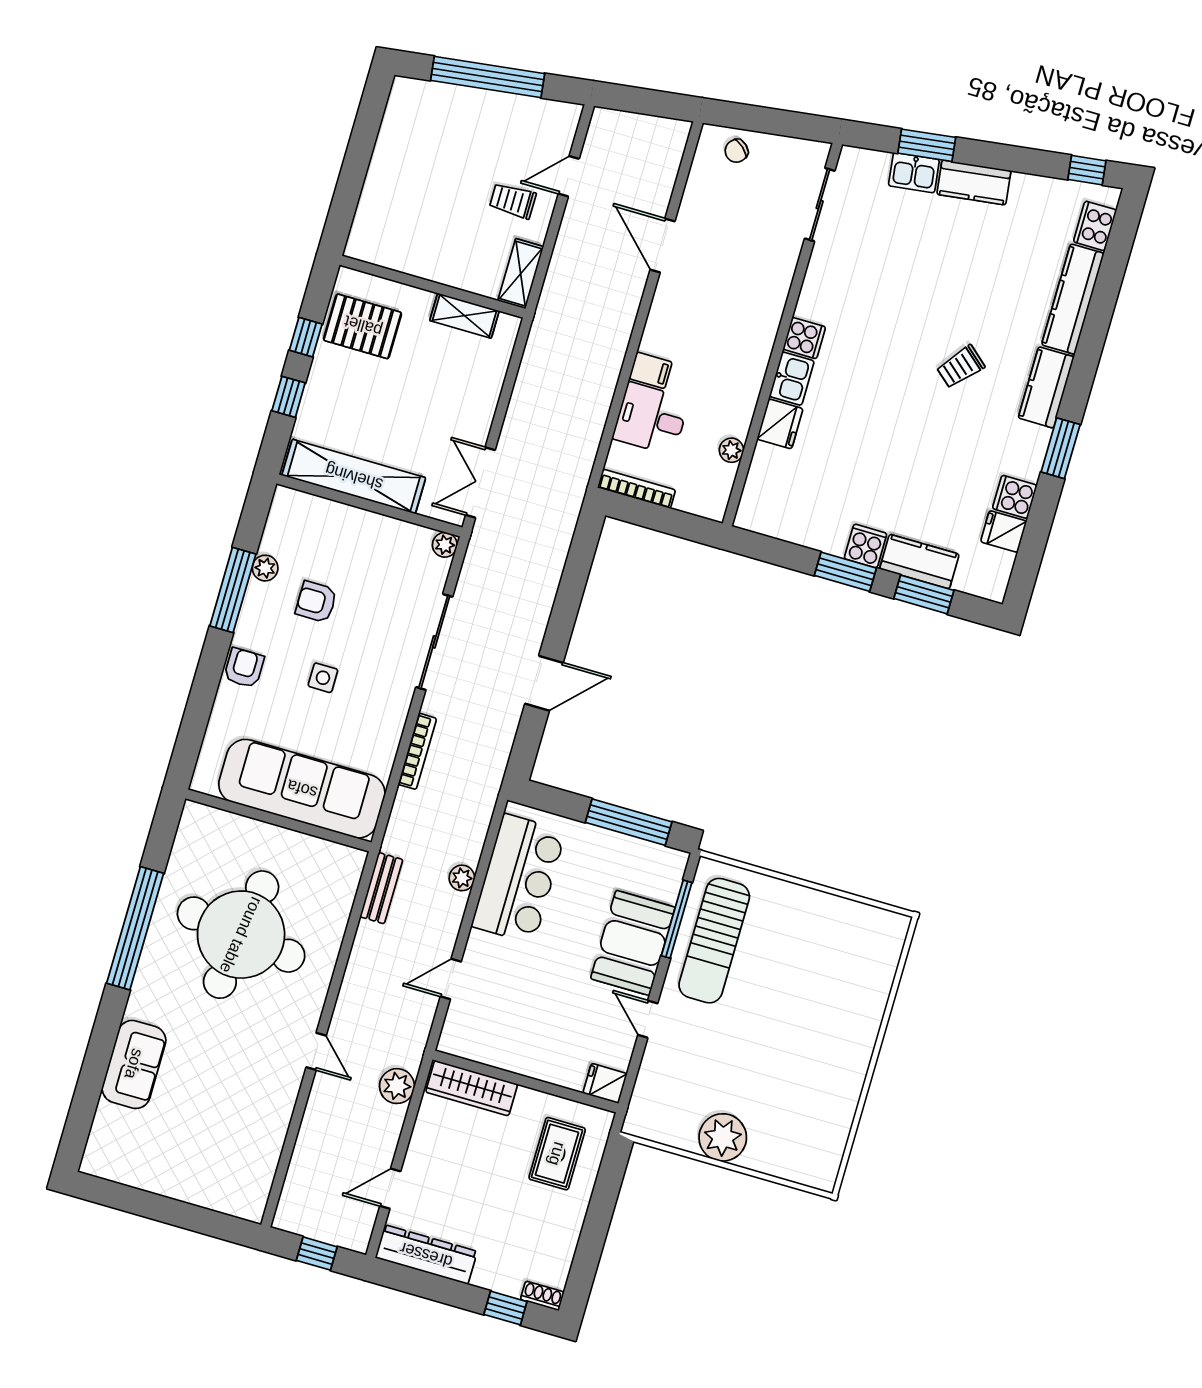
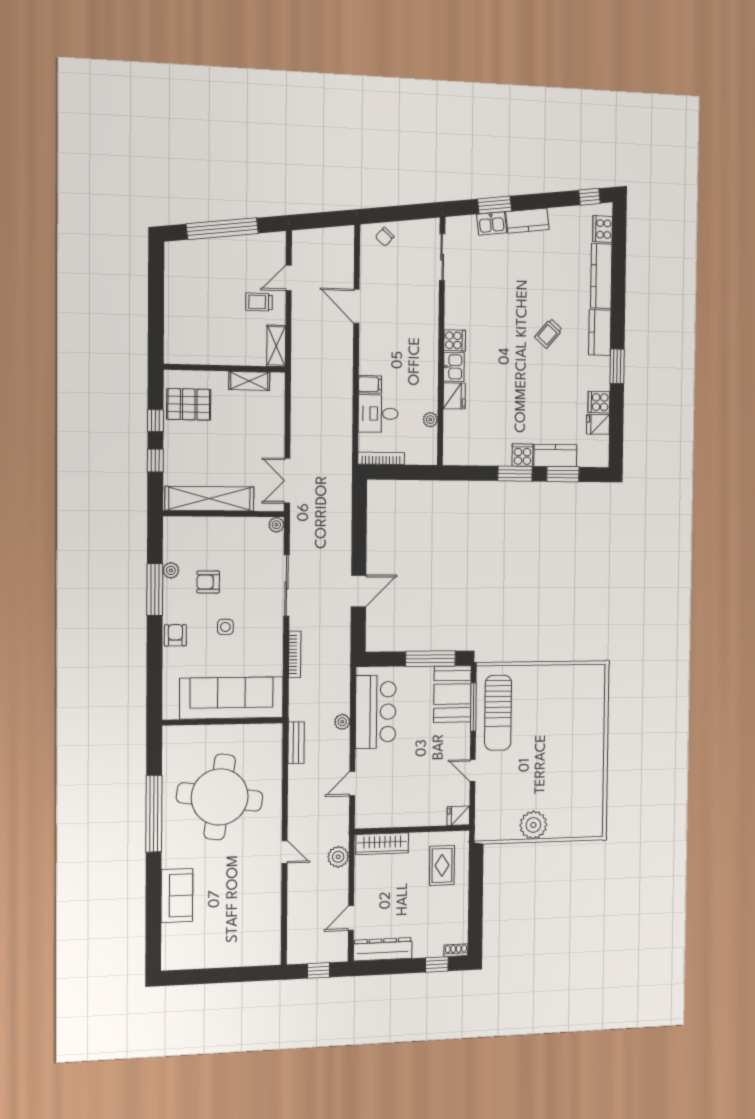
booth: (633, 943) -> (452, 694), moved

